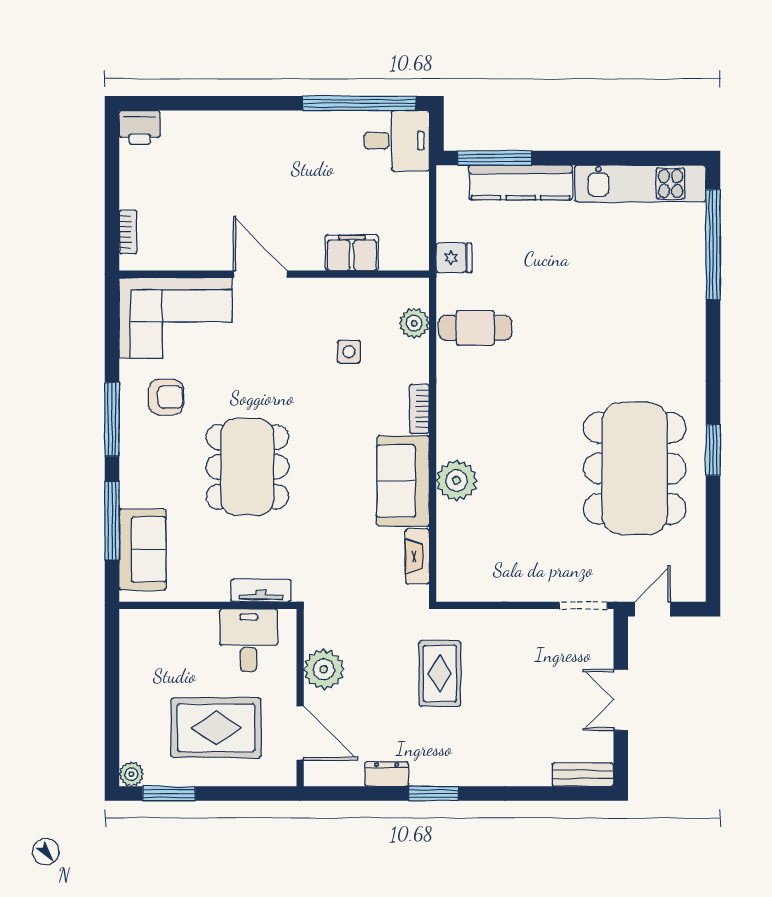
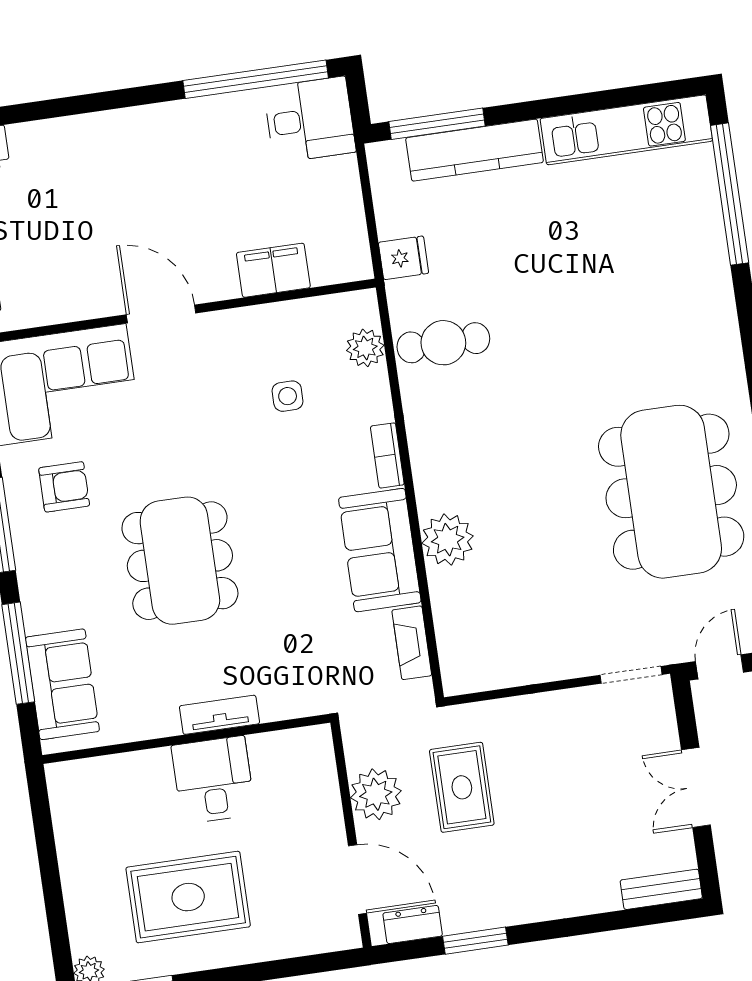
plant: (324, 669) -> (376, 794), moved
wall: (300, 698) -> (351, 834), moved
door: (300, 733) -> (358, 879), moved

